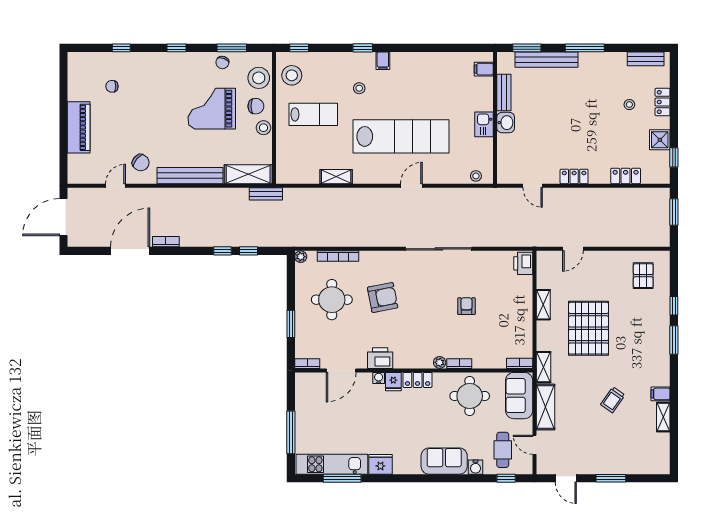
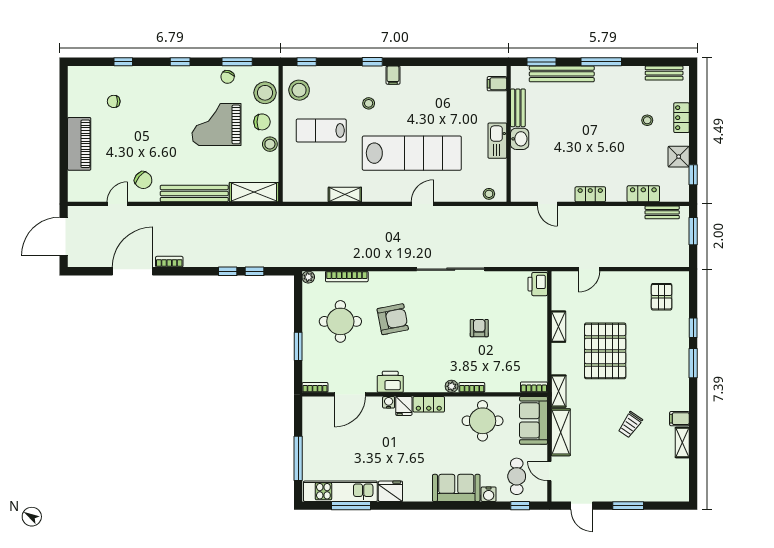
lab bench: (313, 114) -> (321, 130), turned 180
kitchen sink: (484, 124) -> (497, 141), width x1.38
bench: (266, 194) -> (662, 212), moved

